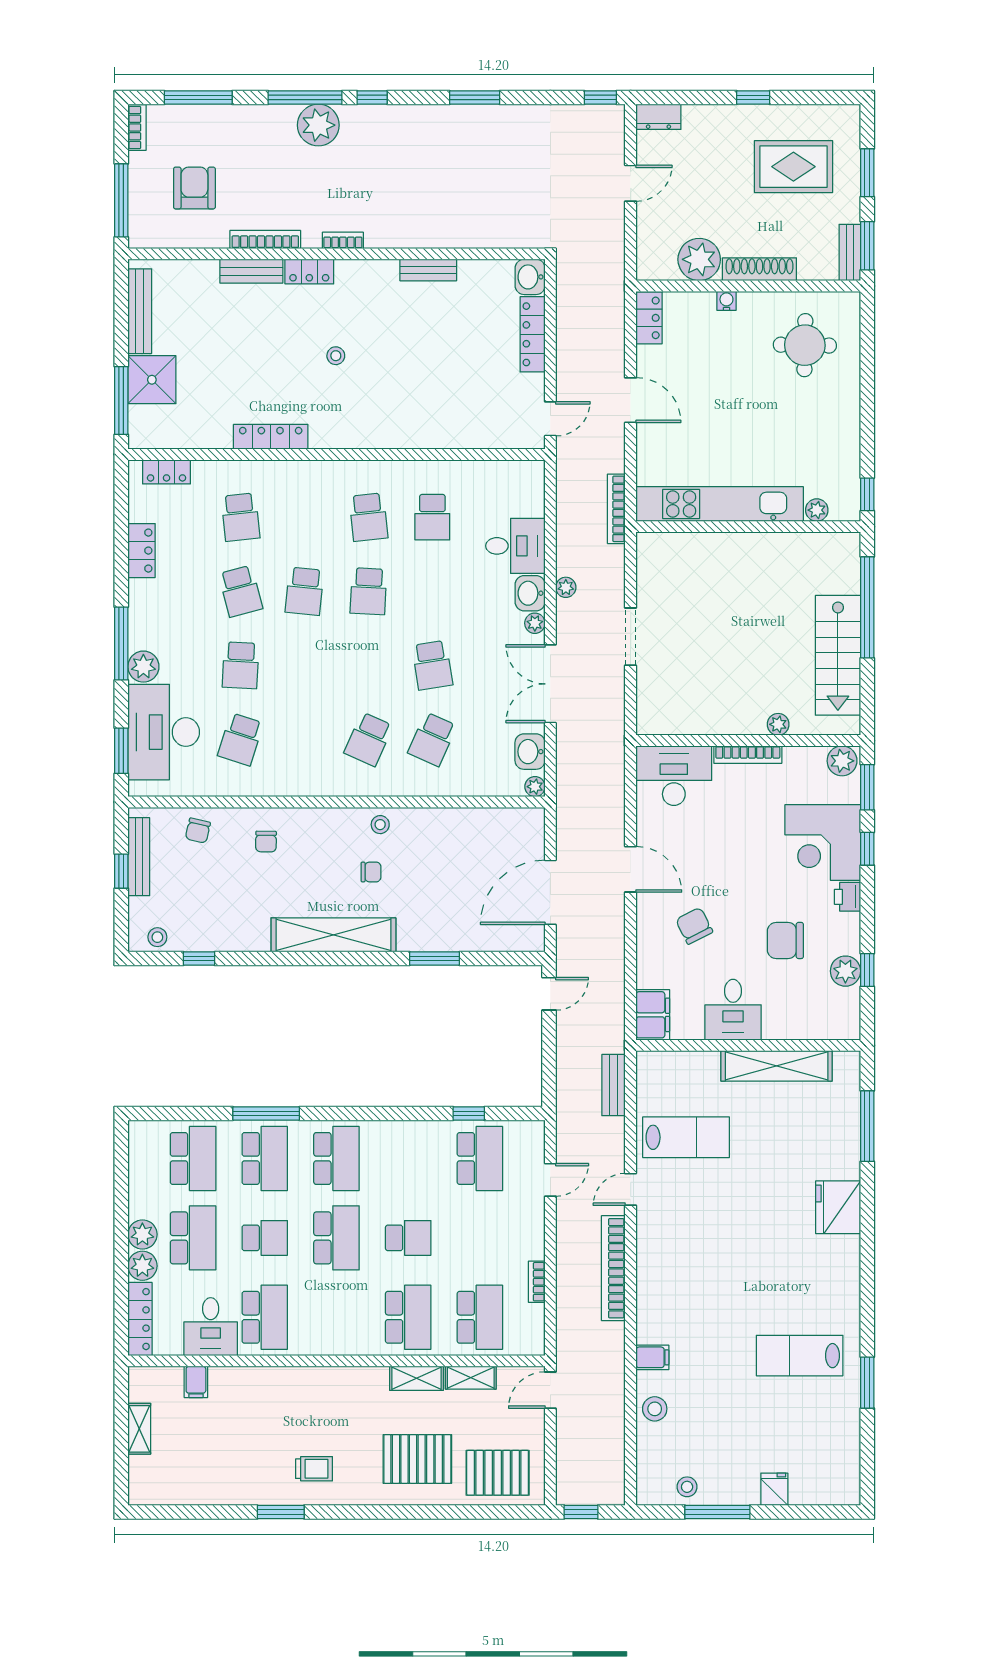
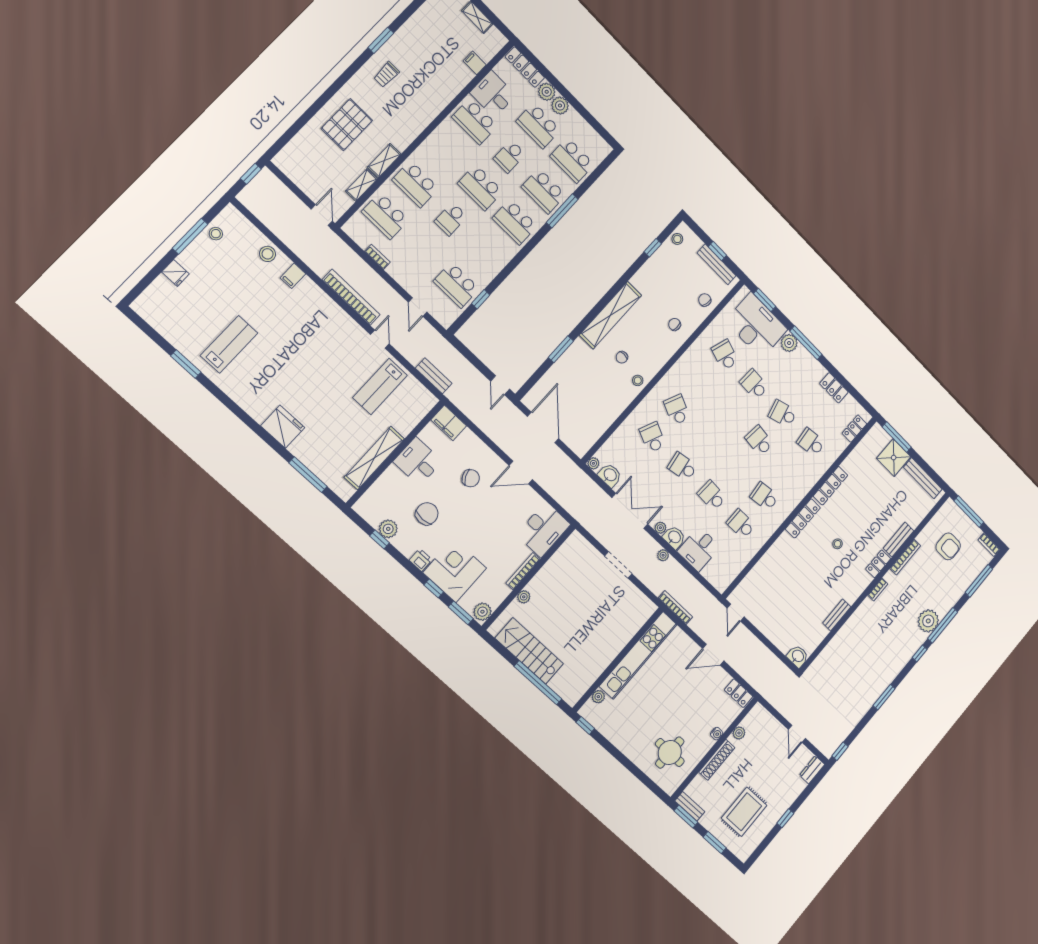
plant: (699, 259) -> (739, 733), width x0.53, depth x0.53
locker: (533, 334) -> (803, 518), moved, turned 90
school desk: (368, 591) -> (712, 496), moved
pallet: (498, 1473) -> (306, 154), removed

